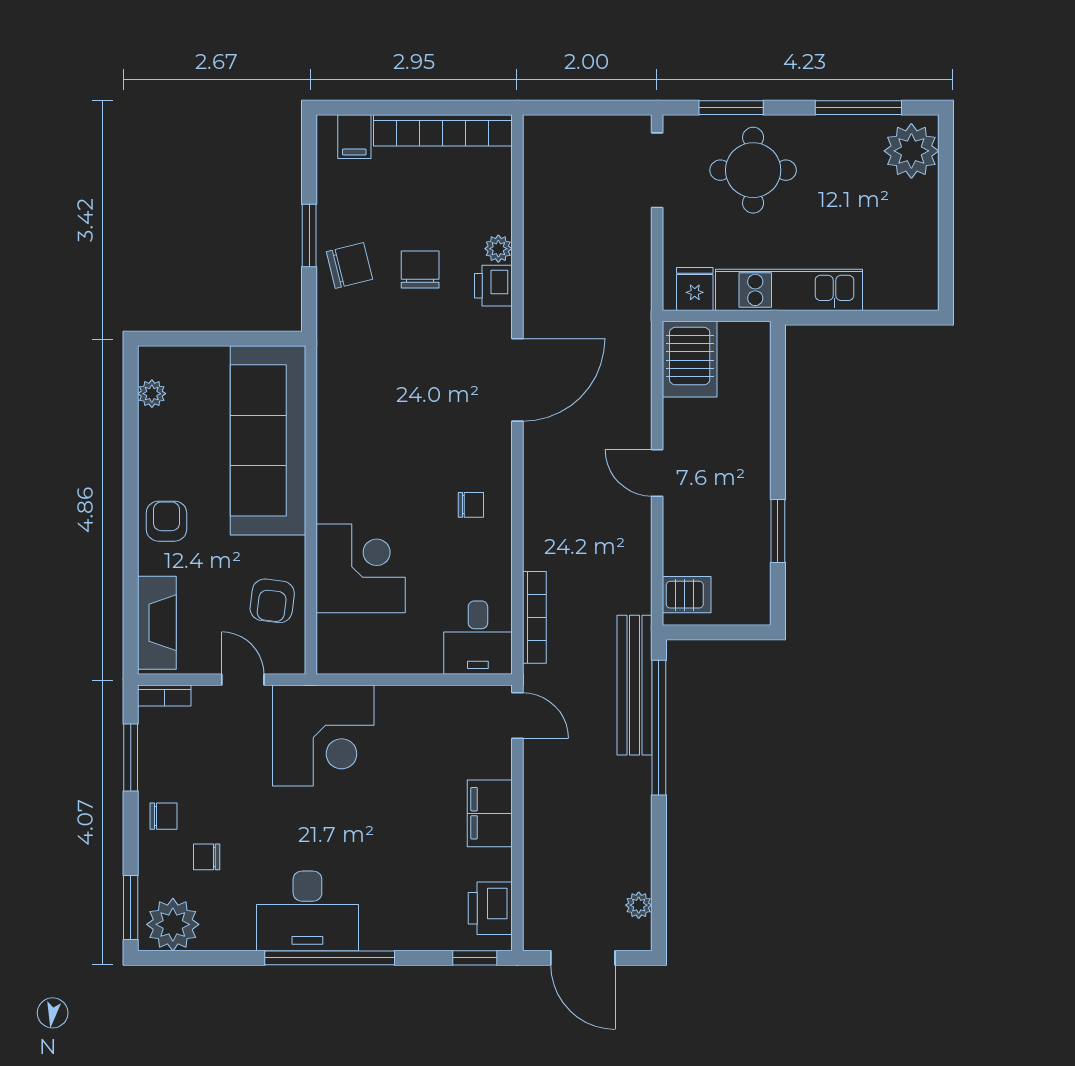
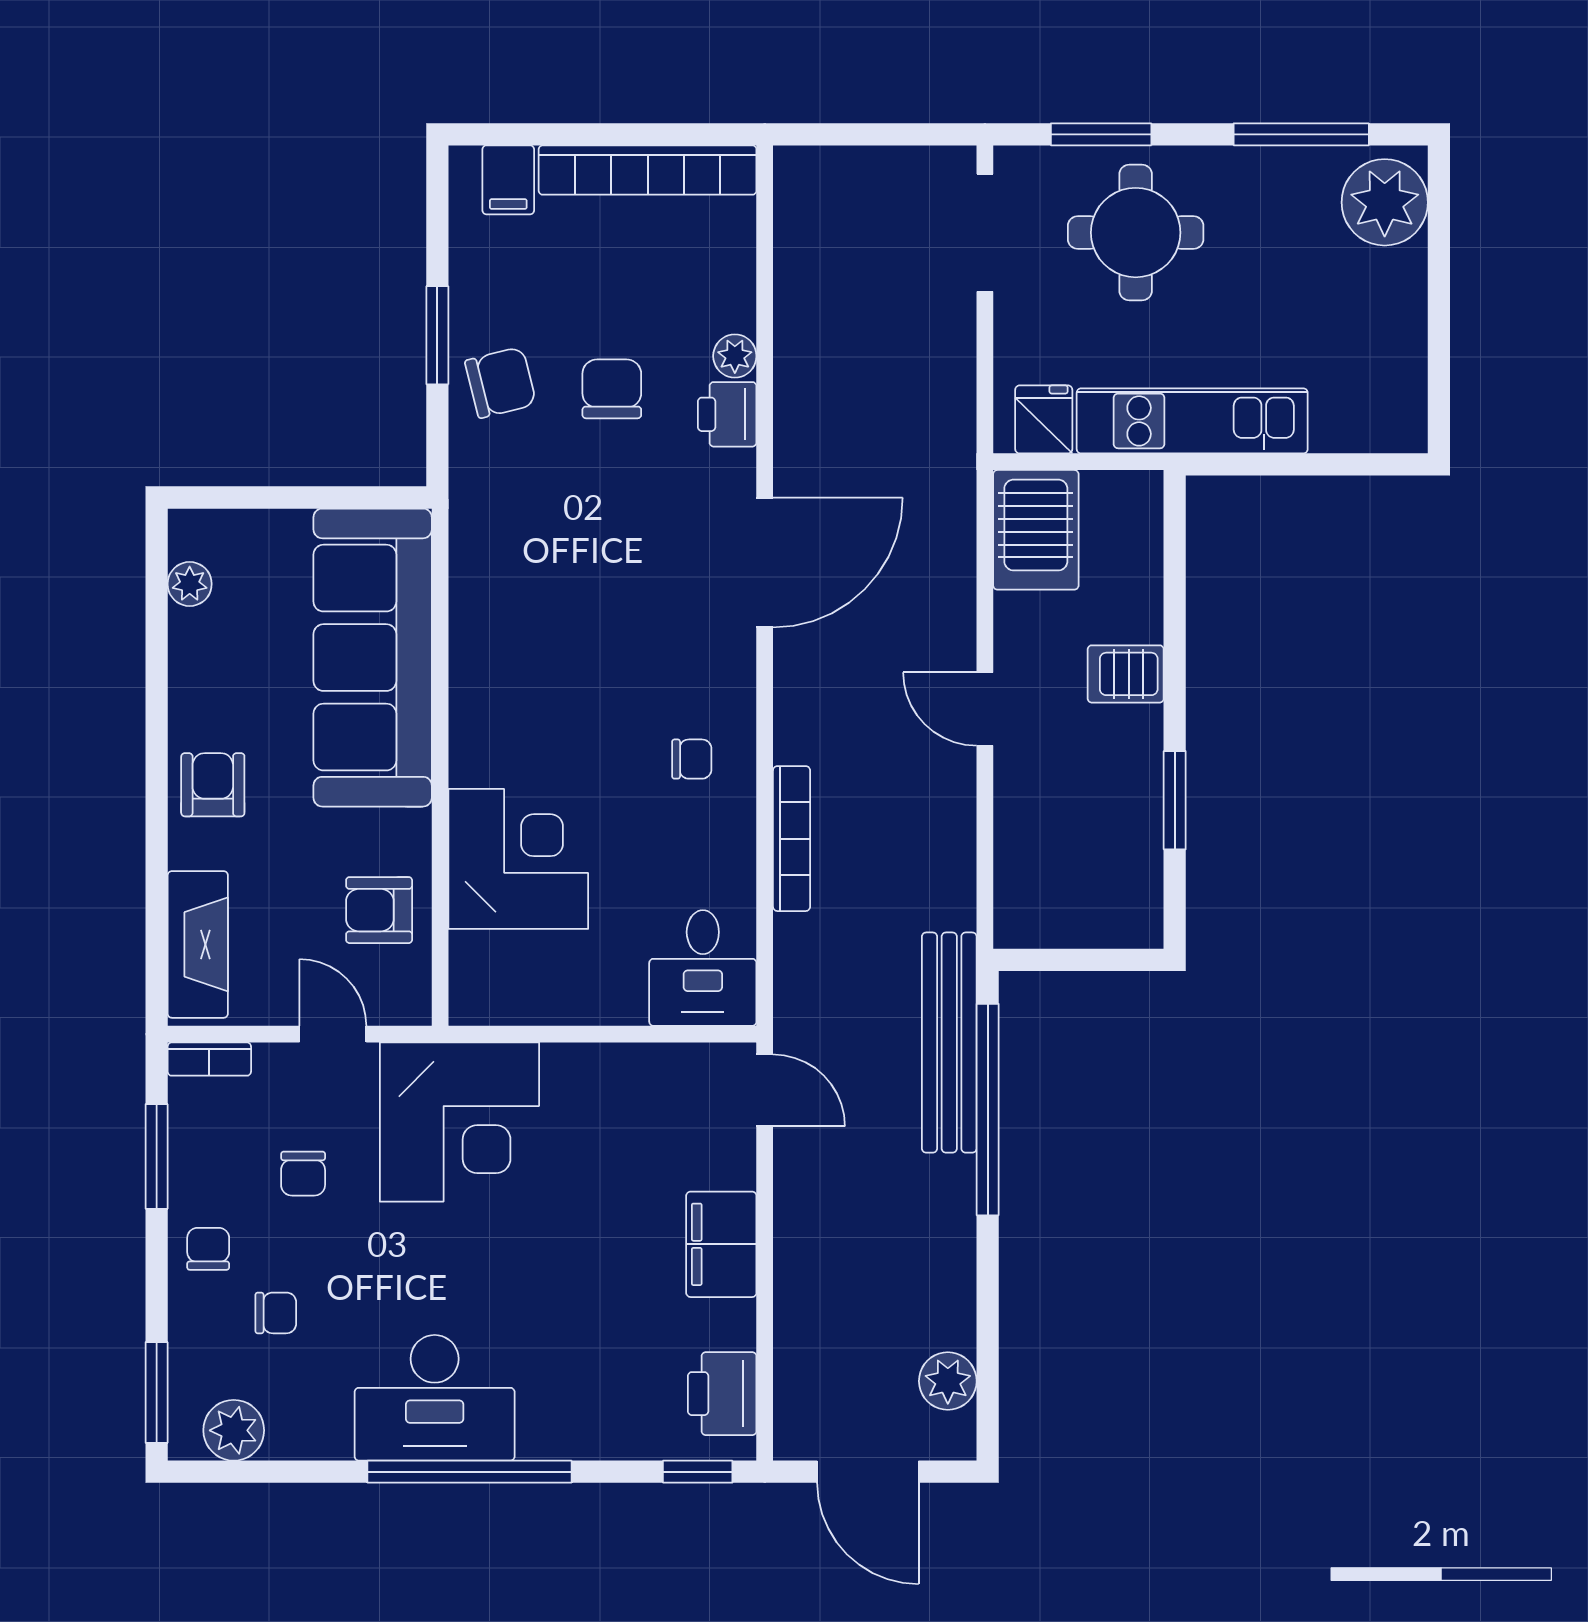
server rack: (687, 595) -> (1126, 674), moved, turned 180
armchair: (272, 601) -> (379, 910), turned 83
bookcase: (534, 617) -> (792, 839), moved
chair: (224, 768) -> (303, 1174), added
chair: (164, 816) -> (208, 1249), turned -90
chair: (207, 857) -> (276, 1313), turned 180
plant: (639, 905) -> (948, 1381), width x1.38, depth x1.38
plant: (173, 924) -> (234, 1430), width x0.73, depth x0.73

